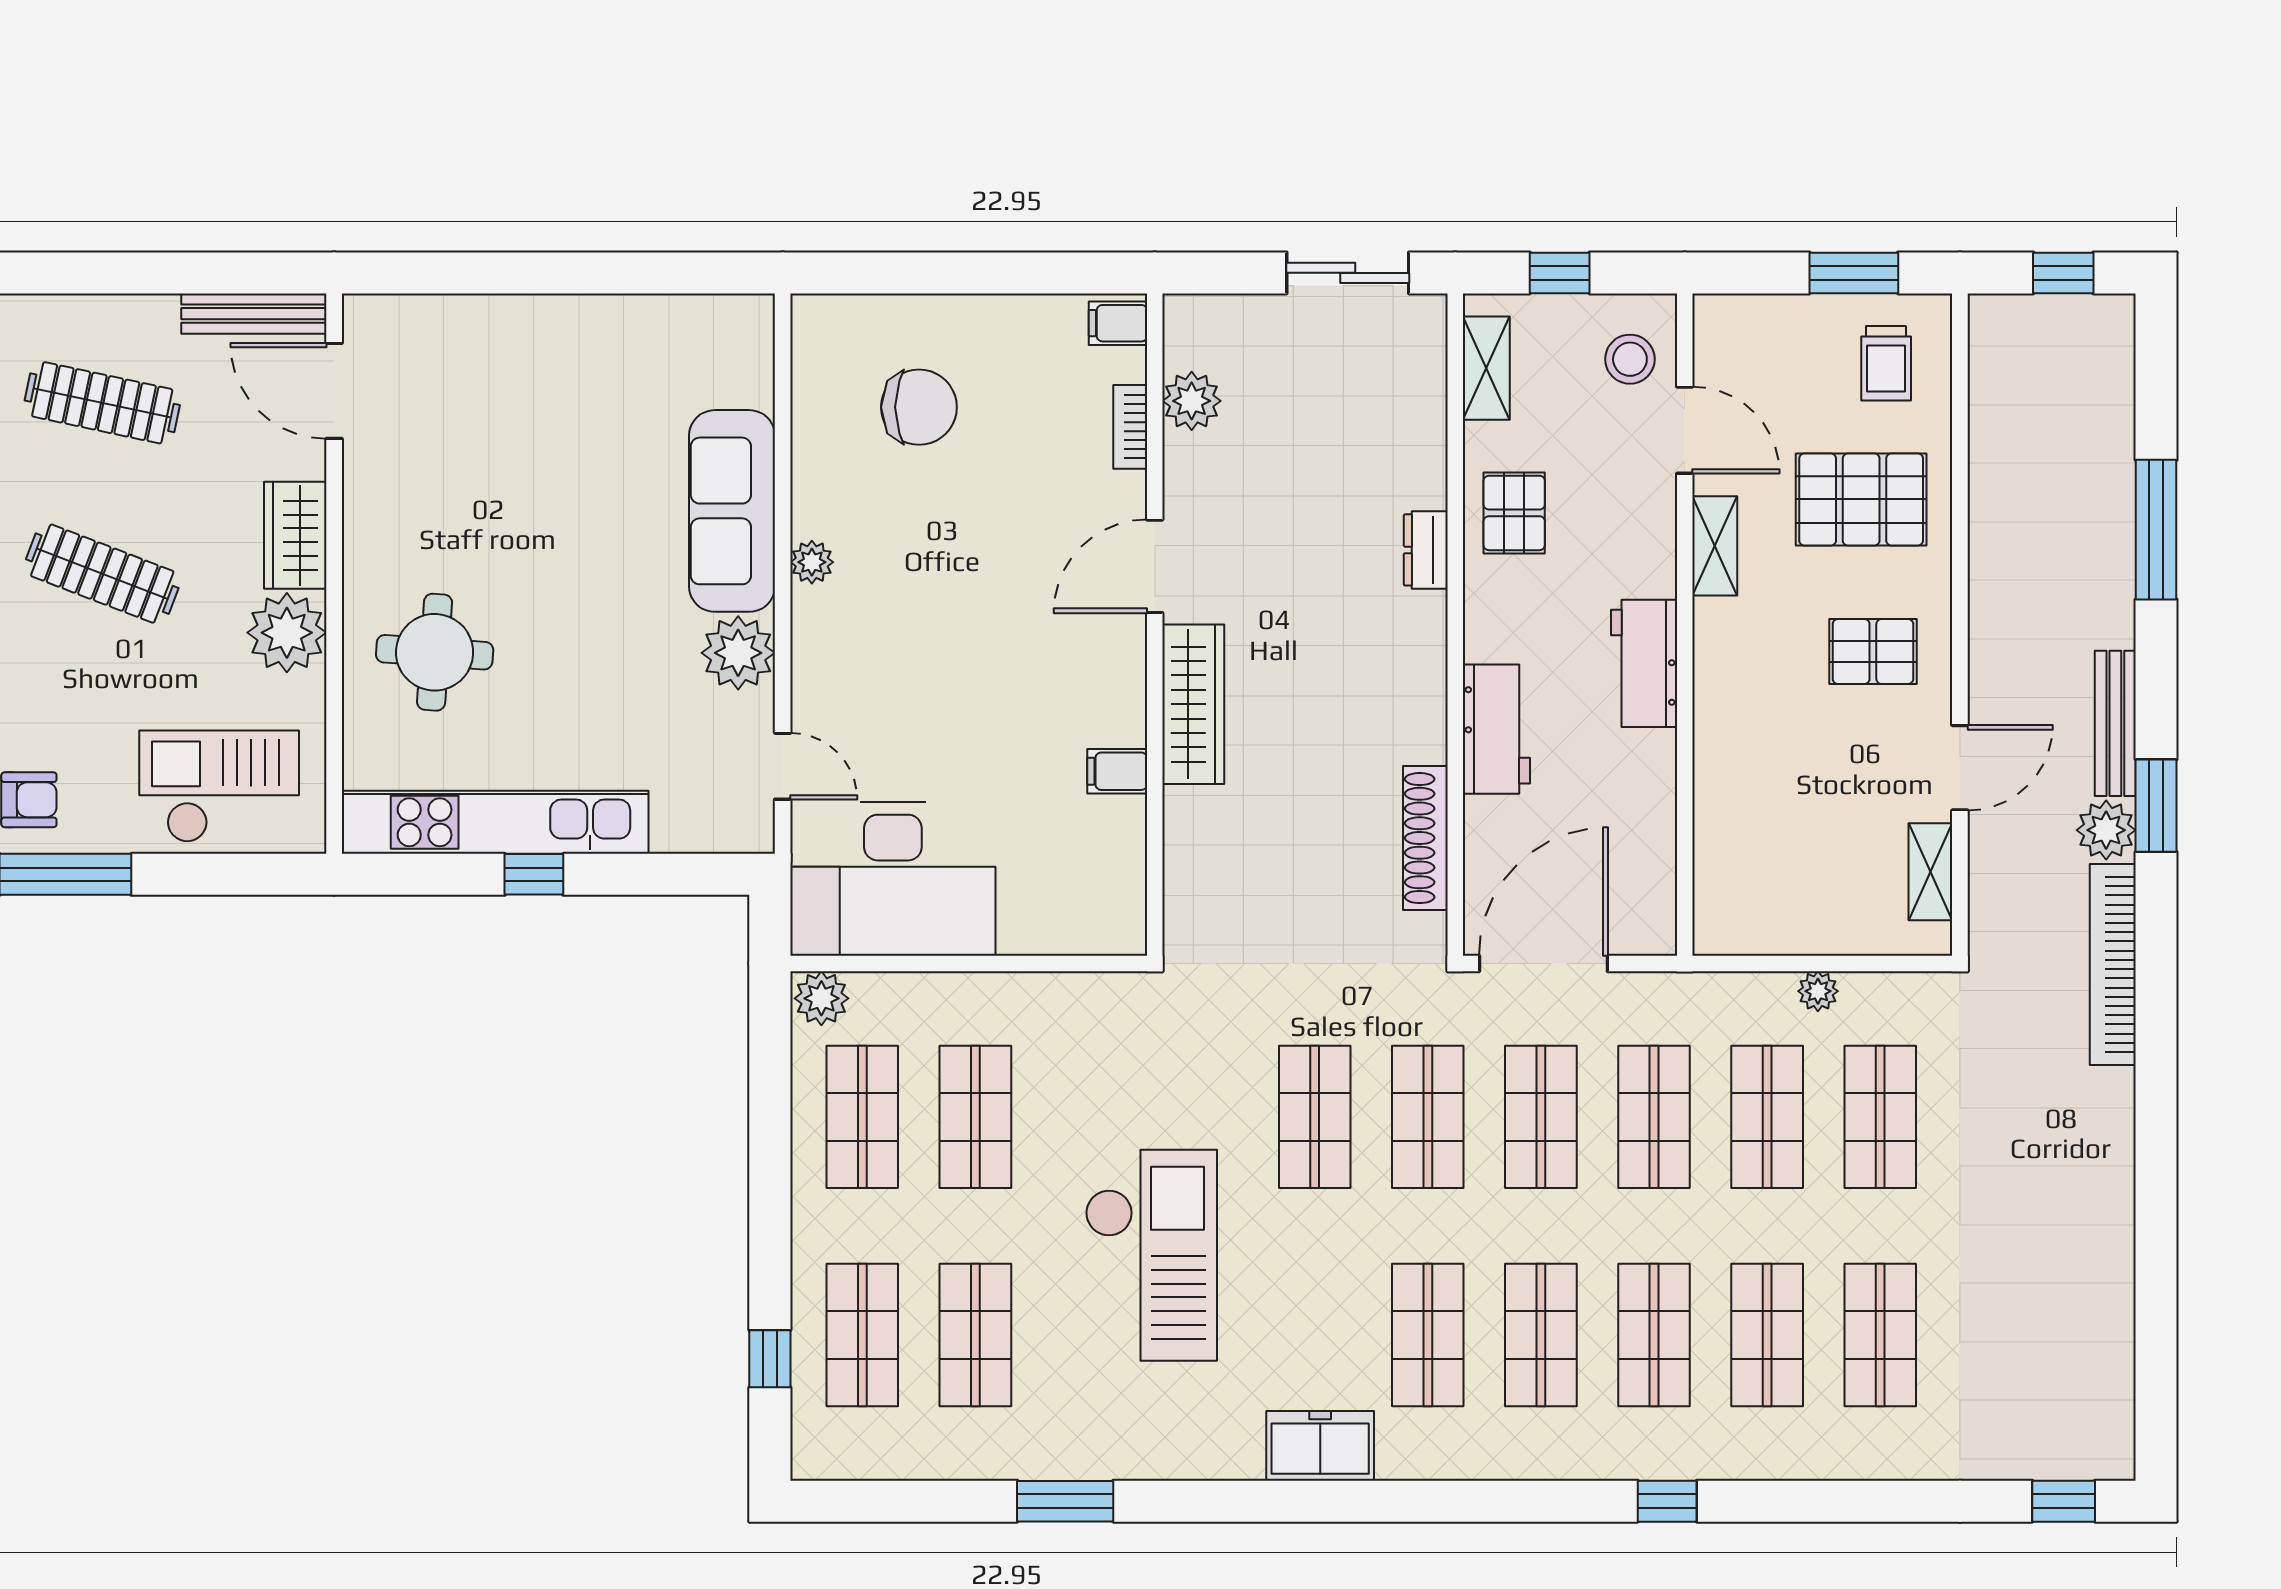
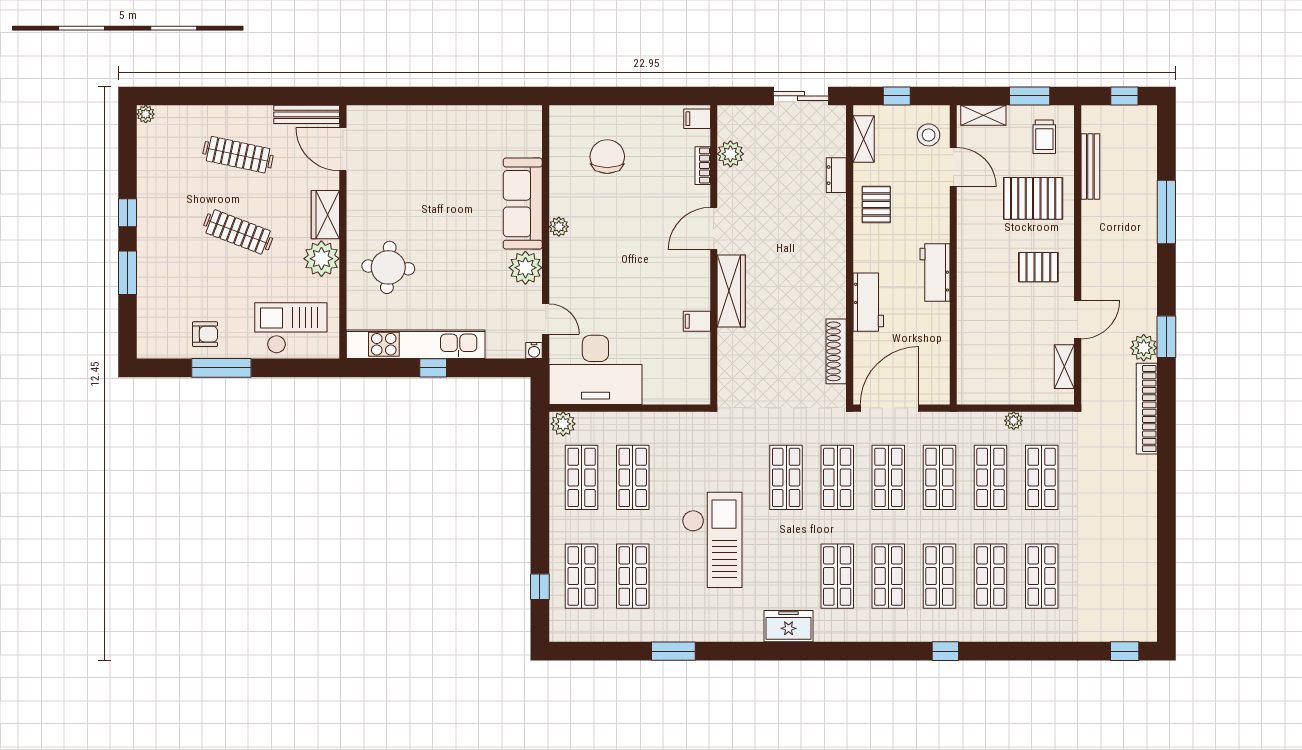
chair: (919, 407) -> (607, 157), turned -90
shelving: (1715, 546) -> (983, 115), moved, turned 90
dresser: (1426, 550) -> (836, 175), moved
bench: (2115, 723) -> (1090, 167), moved
water cooler: (757, 836) -> (534, 350), added

